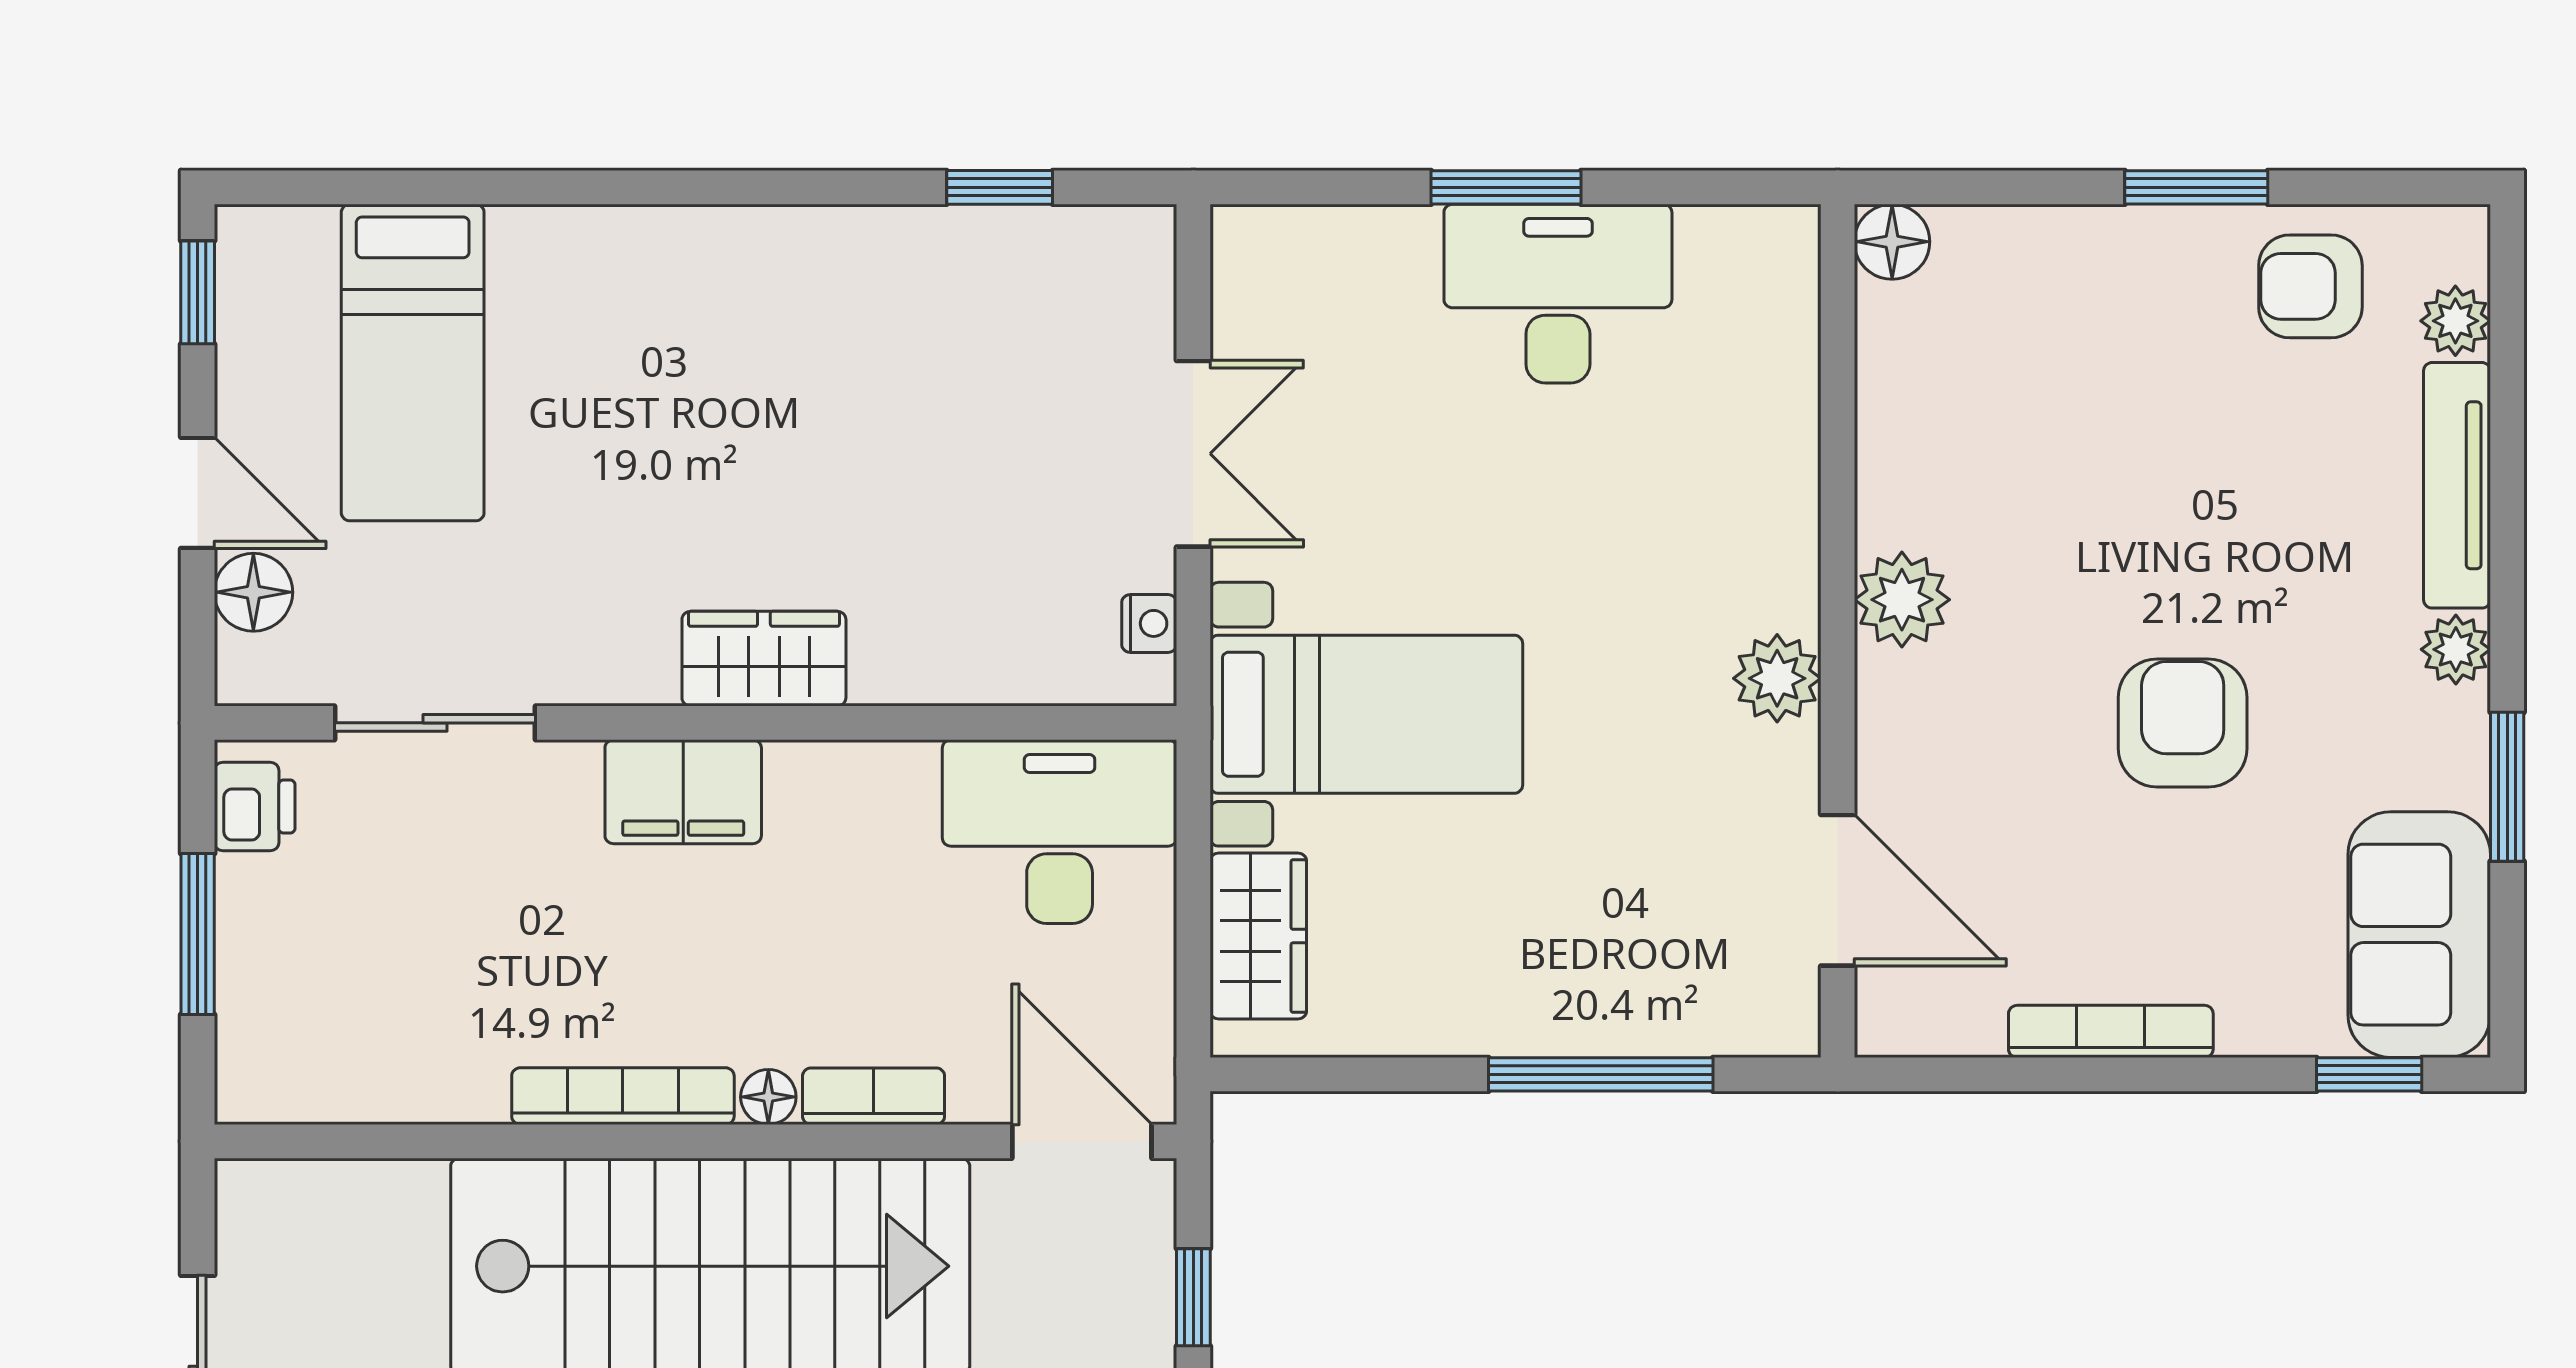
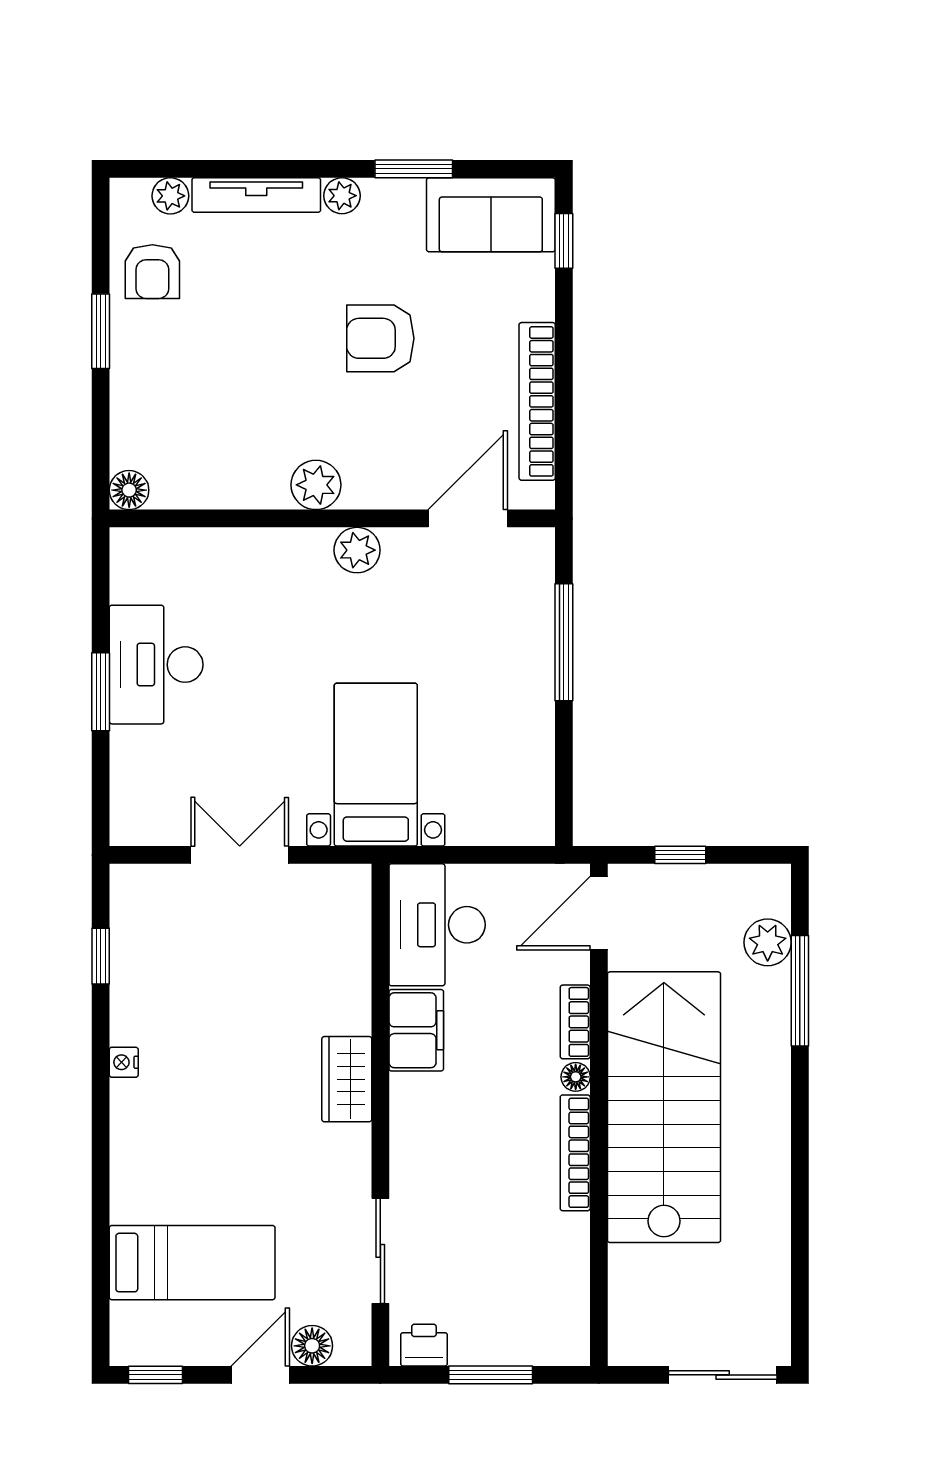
nightstand: (1149, 623) -> (124, 1062), moved, turned -90
filing cabinet: (683, 792) -> (416, 1030), moved
wardrobe: (1258, 936) -> (492, 821), removed
bookcase: (2111, 1031) -> (537, 401), width x1.48, depth x1.31

